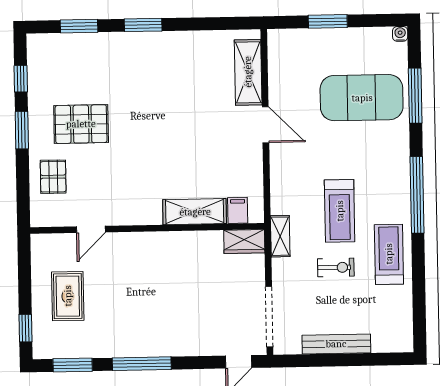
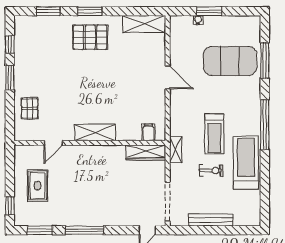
water cooler: (400, 34) -> (198, 20), moved
shelving: (248, 72) -> (144, 24), moved, turned 90
pallet: (81, 124) -> (90, 37), moved
shelving: (195, 212) -> (95, 133), moved
wardrobe: (244, 241) -> (146, 153), width x1.50
treadmill: (389, 254) -> (246, 163), width x1.37, depth x1.38

